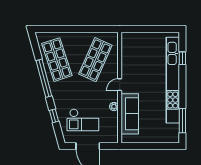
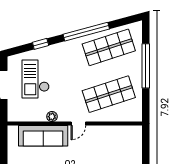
window: (72, 29) -> (146, 66), added
shop shelf: (95, 60) -> (109, 94), turned -42
door: (120, 85) -> (78, 124), swing flipped

